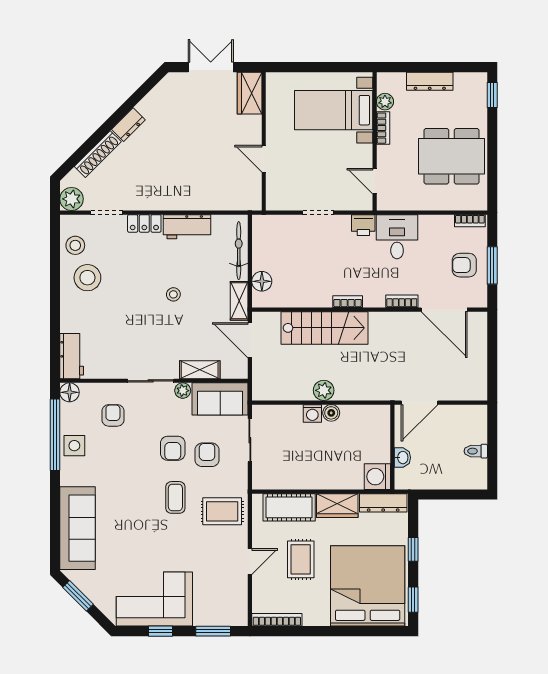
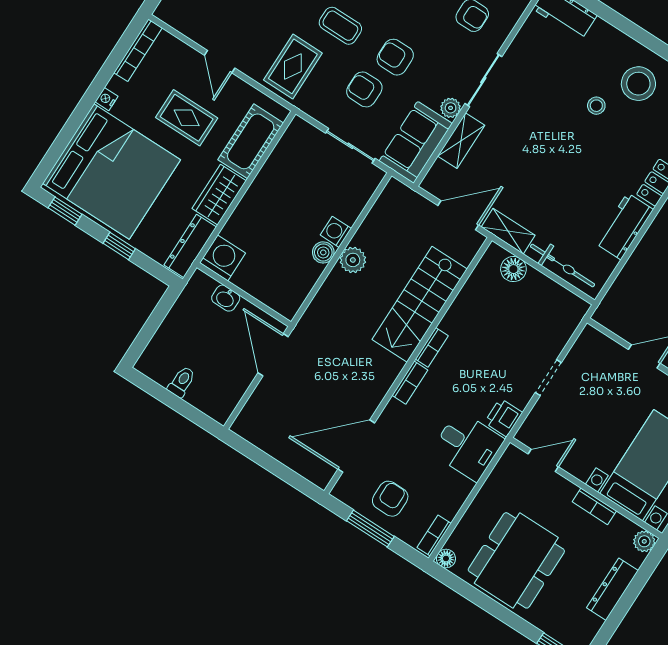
plant: (385, 102) -> (644, 541), moved
floor lamp: (480, 203) -> (446, 559), added
stool: (173, 294) -> (596, 106), moved
bookcase: (402, 301) -> (410, 383), moved
armchair: (207, 455) -> (364, 89), turned 180
nightstand: (322, 620) -> (106, 99), added

